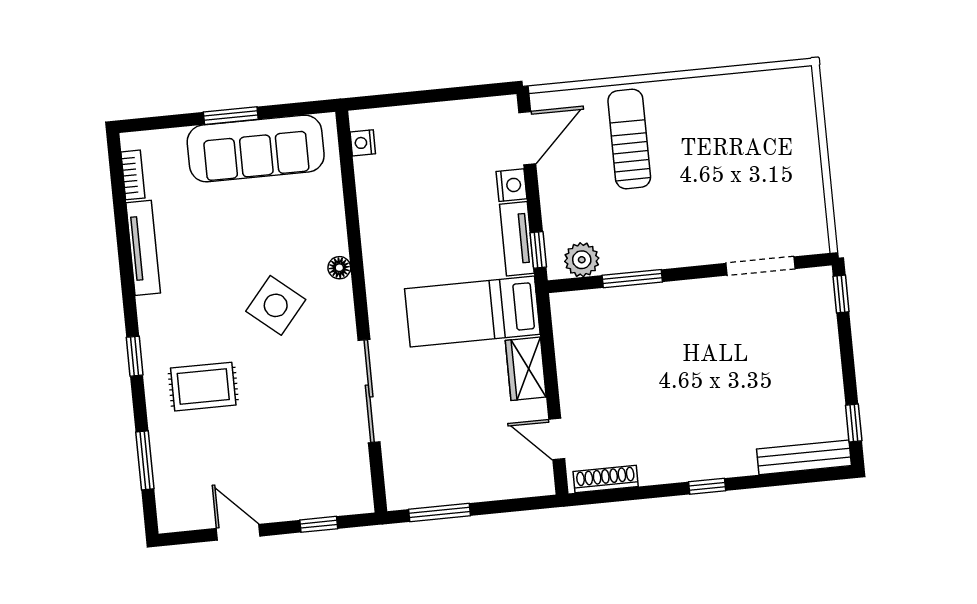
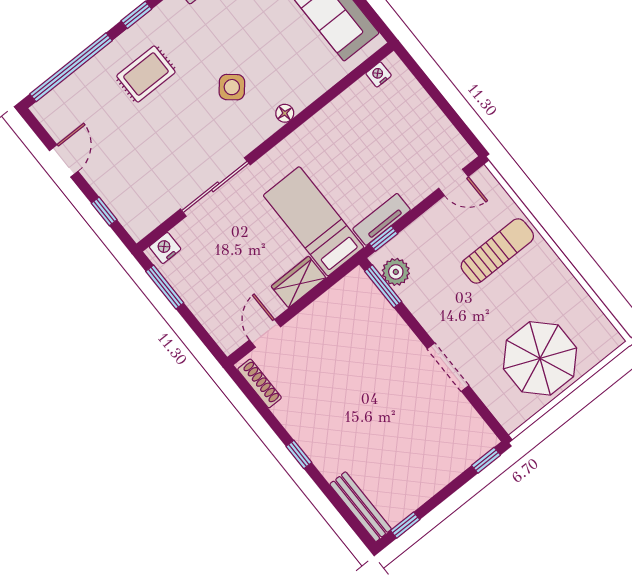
door: (527, 138) -> (453, 182), width x0.73
parasol: (771, 168) -> (540, 358), added
nightstand: (511, 185) -> (165, 248), moved, turned 180
doorway: (760, 266) -> (448, 367), moved
window: (632, 279) -> (383, 286), moved
side table: (276, 305) -> (232, 87), width x0.73, depth x0.73
rug: (203, 387) -> (146, 74), turned 90
window: (145, 460) -> (71, 67), width x2.11

